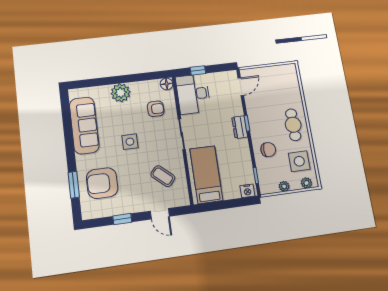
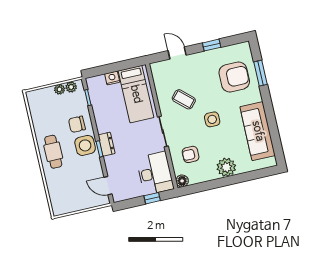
door: (241, 87) -> (108, 186), hinge flipped
side table: (299, 161) -> (85, 145), moved
coffee table: (163, 176) -> (184, 99), moved
plant: (306, 183) -> (71, 87), moved
nightstand: (247, 191) -> (112, 78), moved

